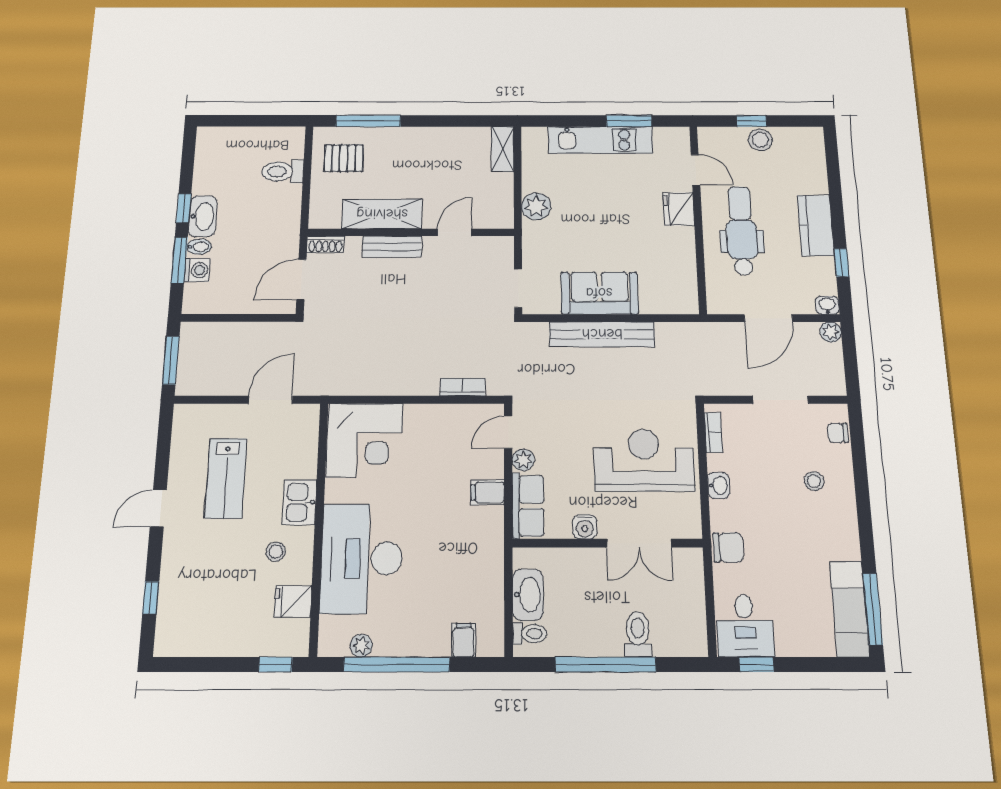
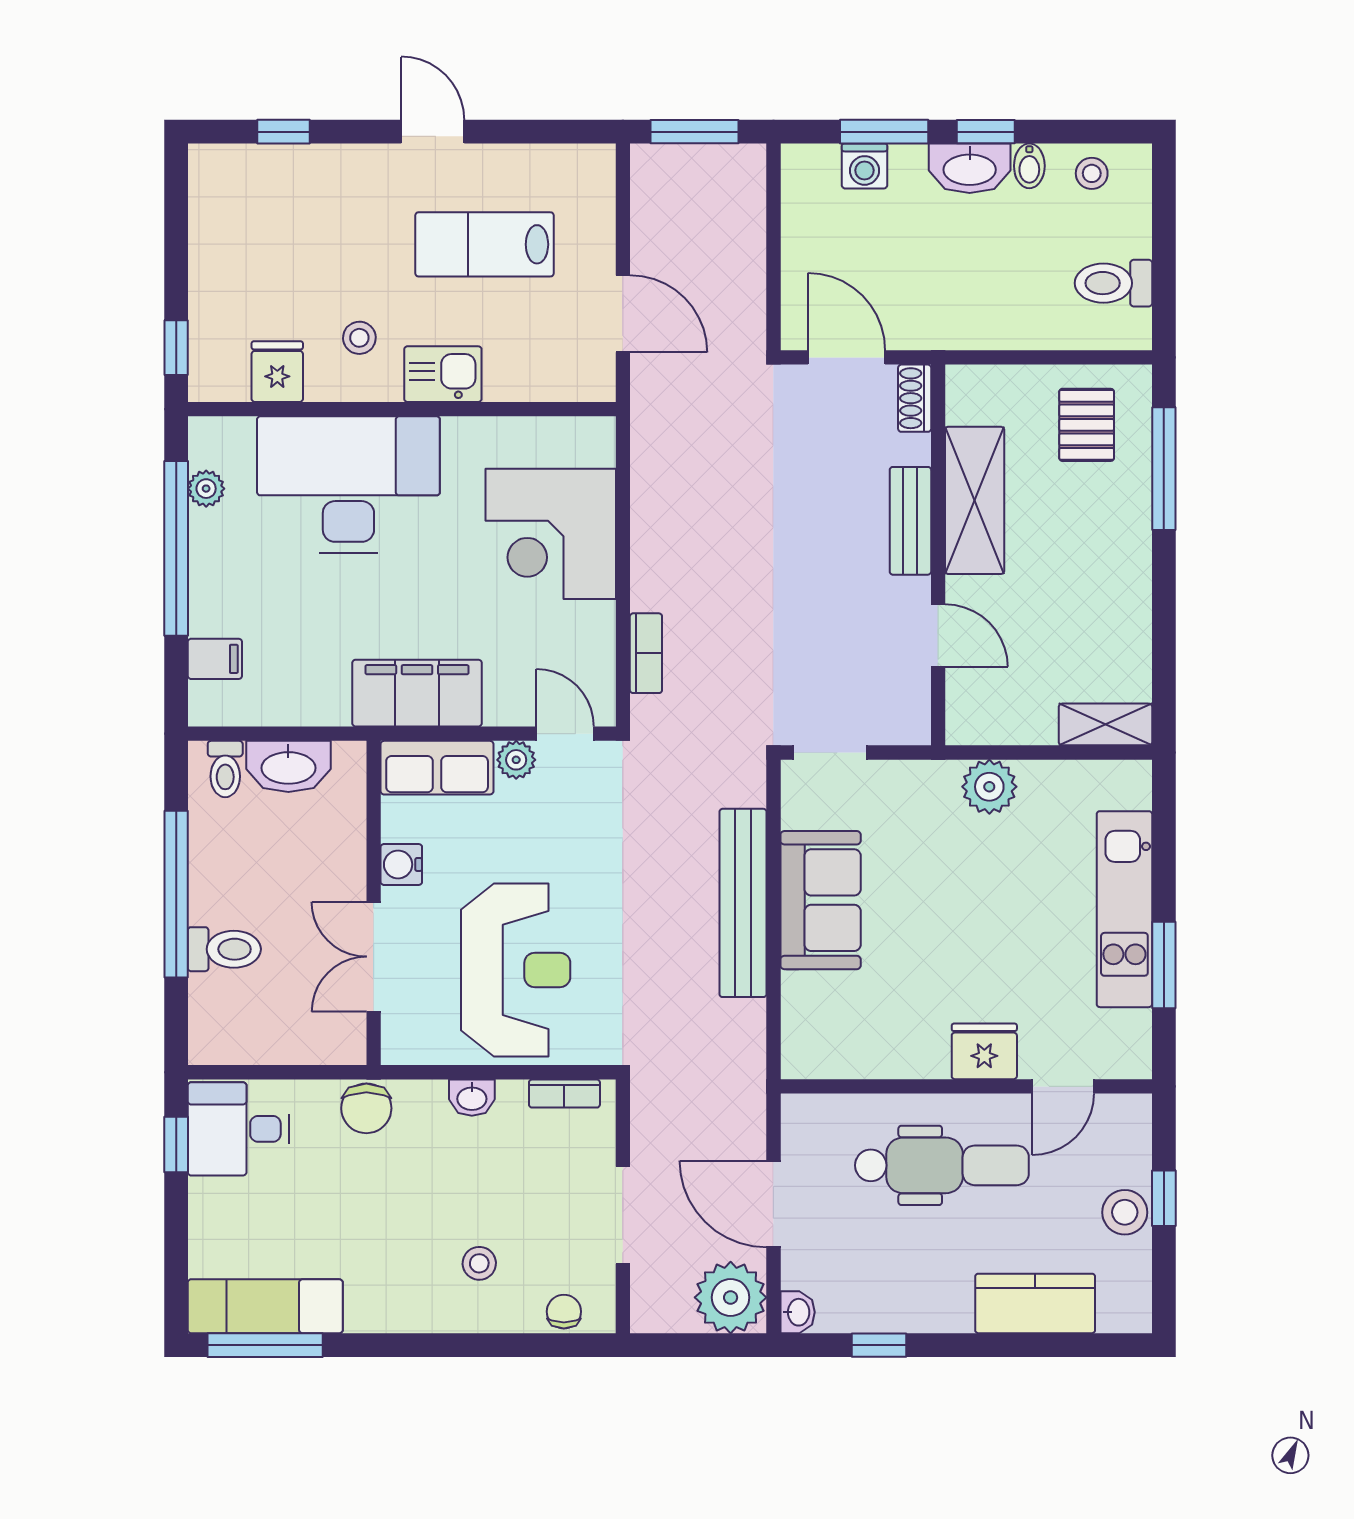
stool: (210, 156) -> (1092, 173), added
toilet: (283, 171) -> (1113, 283), moved, turned -90
kitchen counter: (816, 225) -> (1035, 1303), moved
bidet: (199, 247) -> (1029, 166), moved
plant: (831, 332) -> (731, 1297), width x1.88, depth x1.88
corner desk: (364, 440) -> (551, 534), moved
filing cabinet: (487, 492) -> (417, 693), width x3.00, depth x1.17

